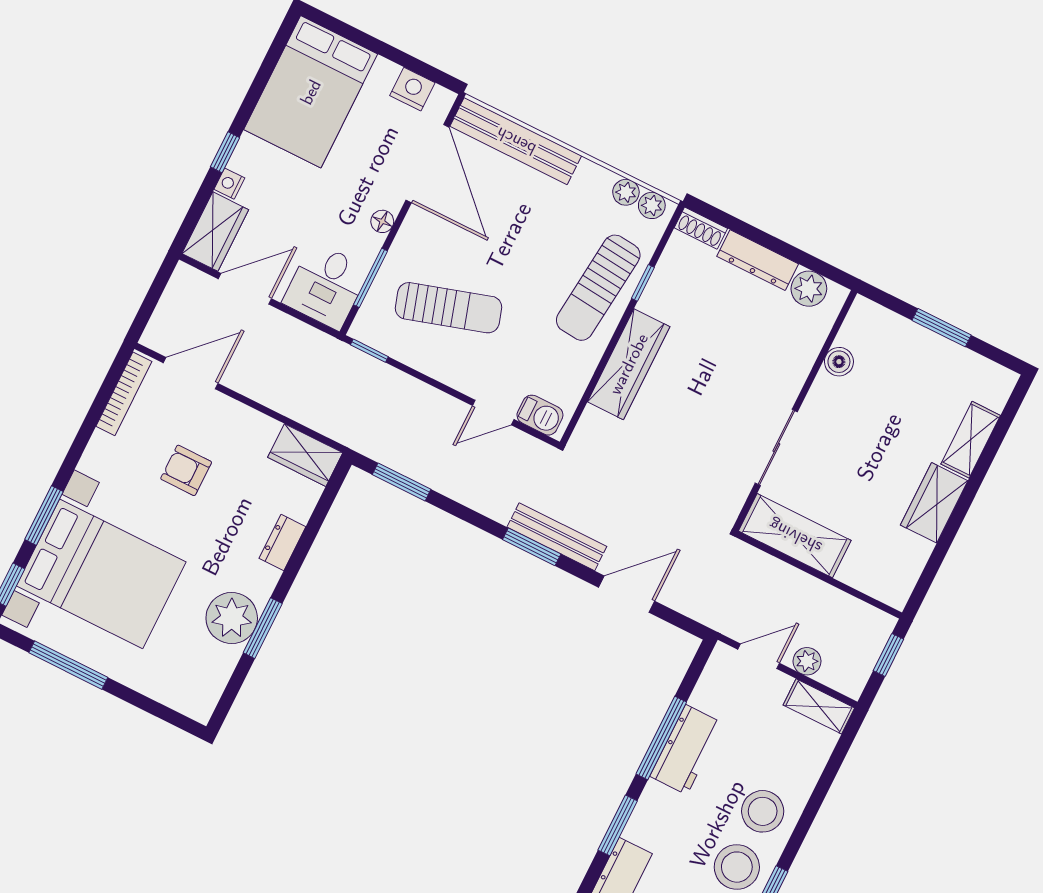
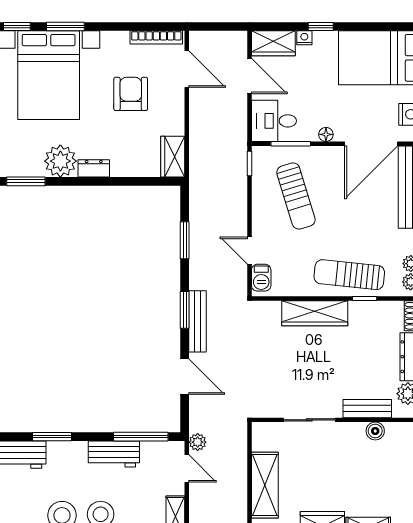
bench: (801, 357) -> (367, 409), added
armchair: (186, 470) -> (131, 94), width x1.38, depth x1.38
window: (402, 482) -> (185, 240), moved
shelving: (795, 536) -> (265, 485), moved
dresser: (282, 542) -> (94, 168), moved
window: (263, 628) -> (26, 181), moved
plant: (807, 661) -> (198, 442), moved
window: (661, 738) -> (141, 437), moved

